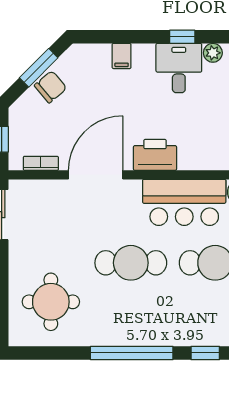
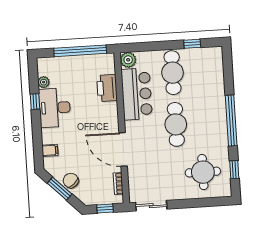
filing cabinet: (122, 56) -> (50, 150), moved
desk: (179, 68) -> (55, 108), width x1.37
printer: (155, 155) -> (107, 88), moved
window: (205, 353) -> (234, 170), moved

